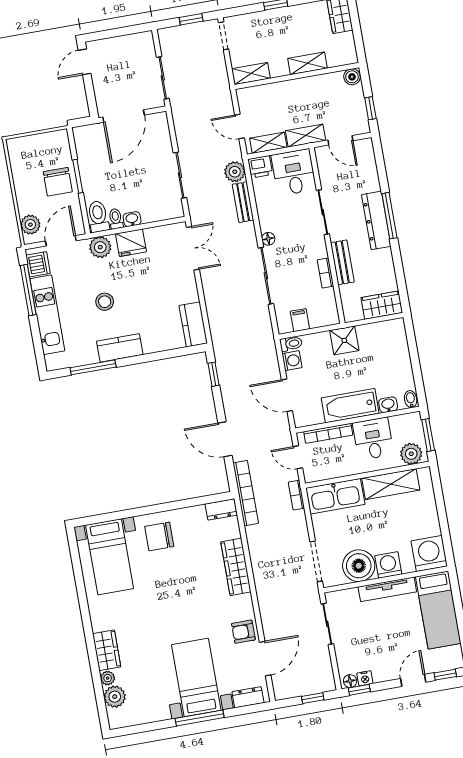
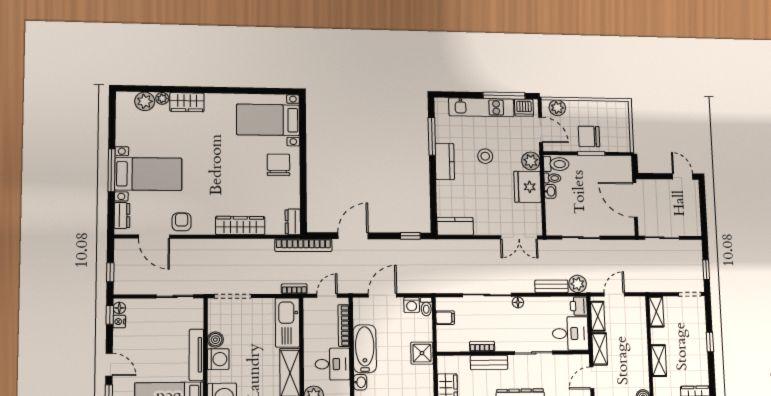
fridge: (131, 243) -> (528, 187), width x1.36, depth x1.34
boiler: (359, 566) -> (215, 340), width x0.54, depth x0.54

